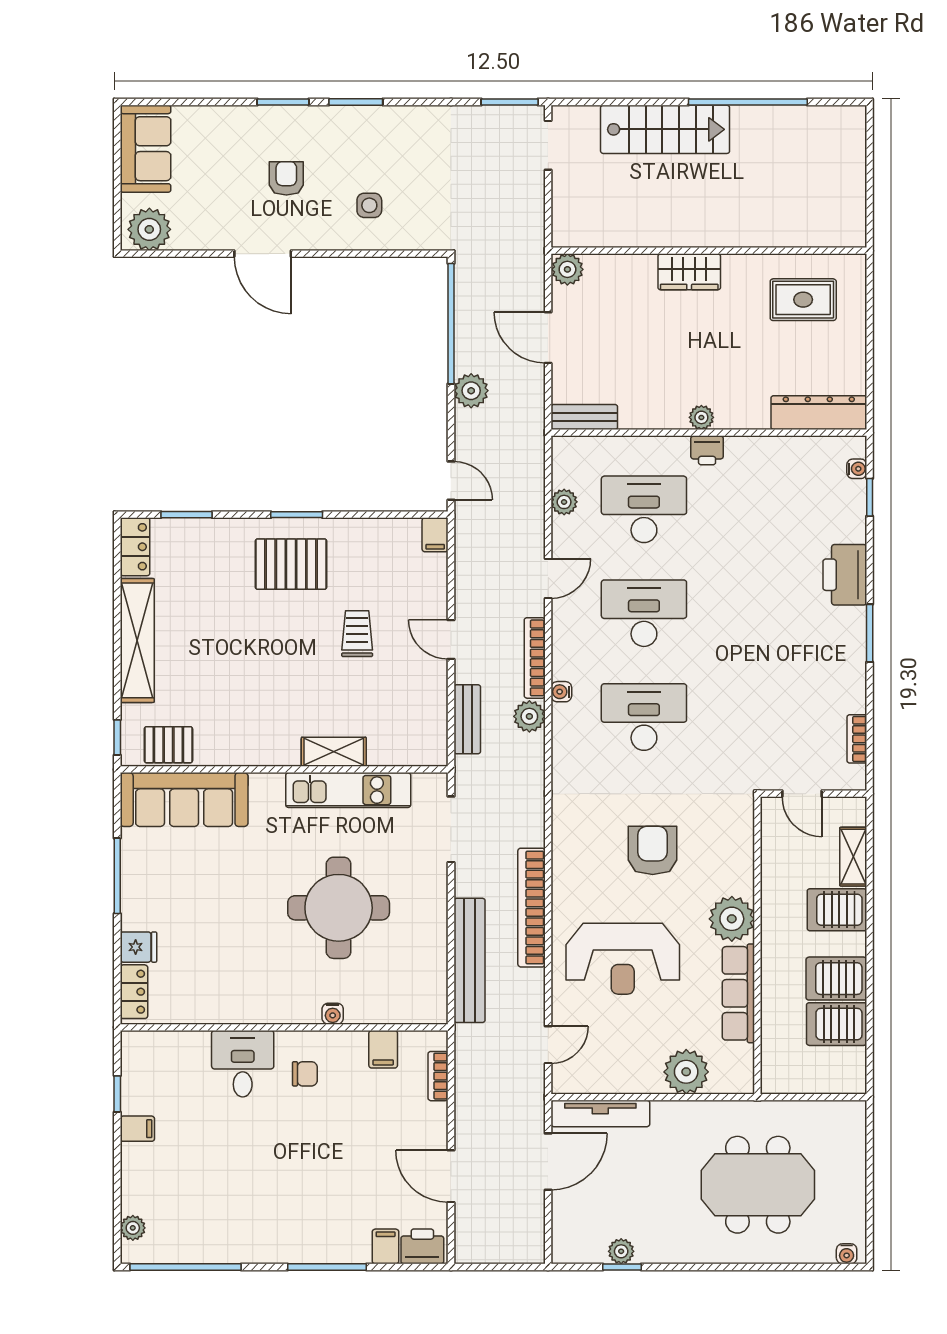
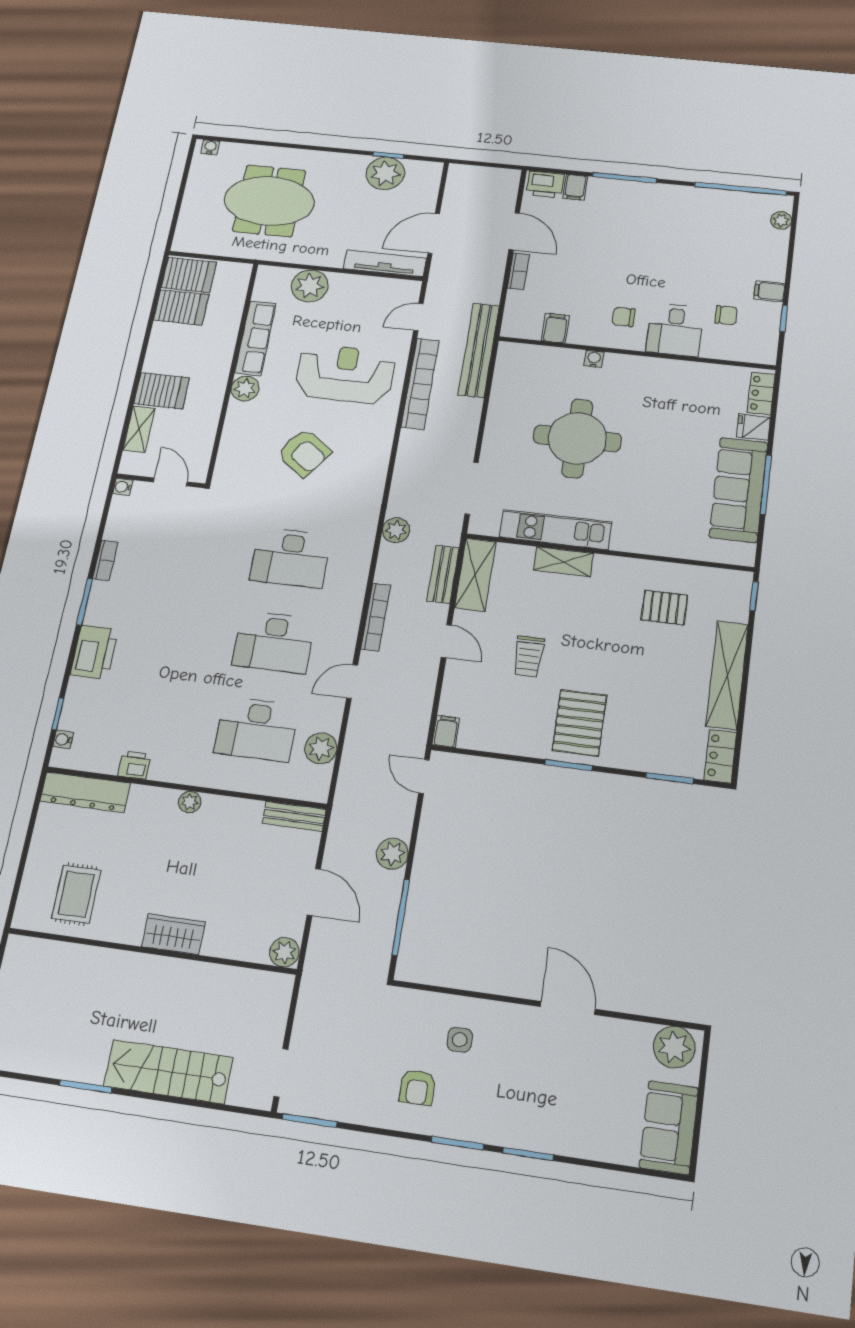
window: (748, 102) -> (86, 1086), width x0.47
armchair: (286, 178) -> (417, 1087), moved
rug: (803, 300) -> (76, 894), turned 90
window: (451, 324) -> (401, 917), width x0.68
printer: (707, 450) -> (134, 765), moved
plant: (564, 502) -> (321, 748), width x1.38, depth x1.38
pallet: (291, 564) -> (580, 723), turned 90
water cooler: (561, 692) -> (123, 487), moved, turned 180
plant: (529, 716) -> (396, 530), moved
shelving: (431, 723) -> (475, 575), added
bookcase: (857, 739) -> (105, 560), moved
pallet: (168, 745) -> (664, 608), moved
sofa: (184, 800) -> (739, 490), moved, turned -90
armchair: (653, 850) -> (304, 453), turned -54
bookcase: (532, 908) -> (420, 384), moved
plant: (732, 919) -> (245, 389), width x0.73, depth x0.73
bench: (469, 960) -> (479, 350), moved
server rack: (836, 979) -> (189, 275), moved
bookcase: (438, 1076) -> (518, 271), moved
chair: (185, 1090) -> (726, 315), added
plant: (621, 1251) -> (385, 173), width x1.88, depth x1.88

